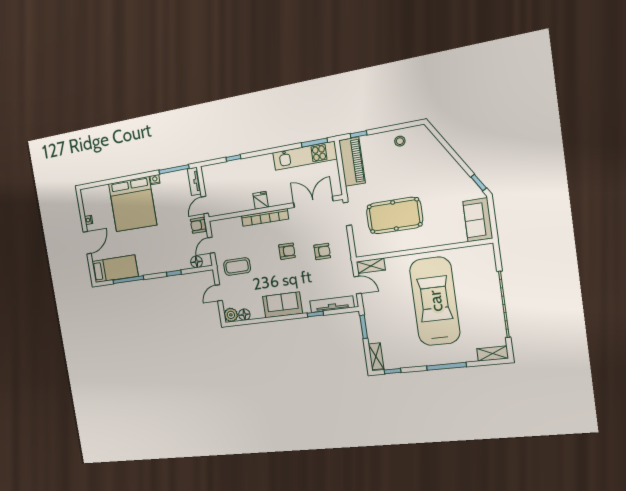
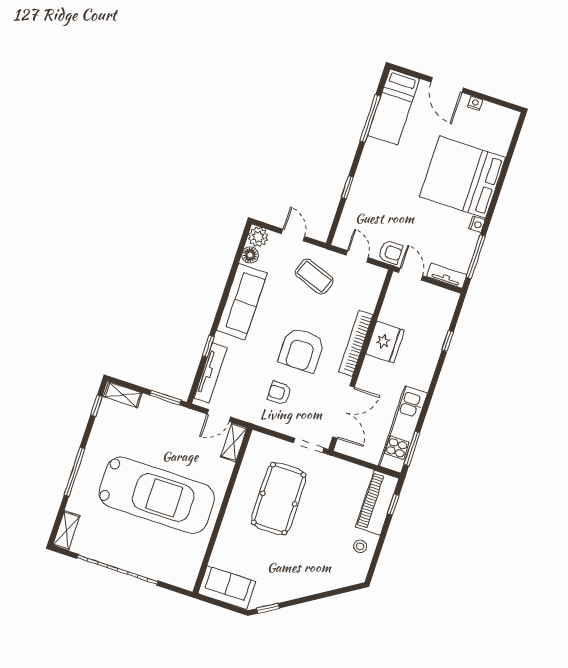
piano: (352, 162) -> (377, 503), moved, turned 90
fridge: (261, 200) -> (385, 342), width x1.88, depth x1.34
armchair: (198, 225) -> (390, 252), turned 90
armchair: (287, 251) -> (301, 350), width x1.88, depth x1.88
armchair: (322, 251) -> (279, 393), turned 90
floor lamp: (197, 262) -> (346, 226), removed
coffee table: (237, 266) -> (314, 277), turned -70
sofa: (282, 305) -> (242, 302), width x1.36

